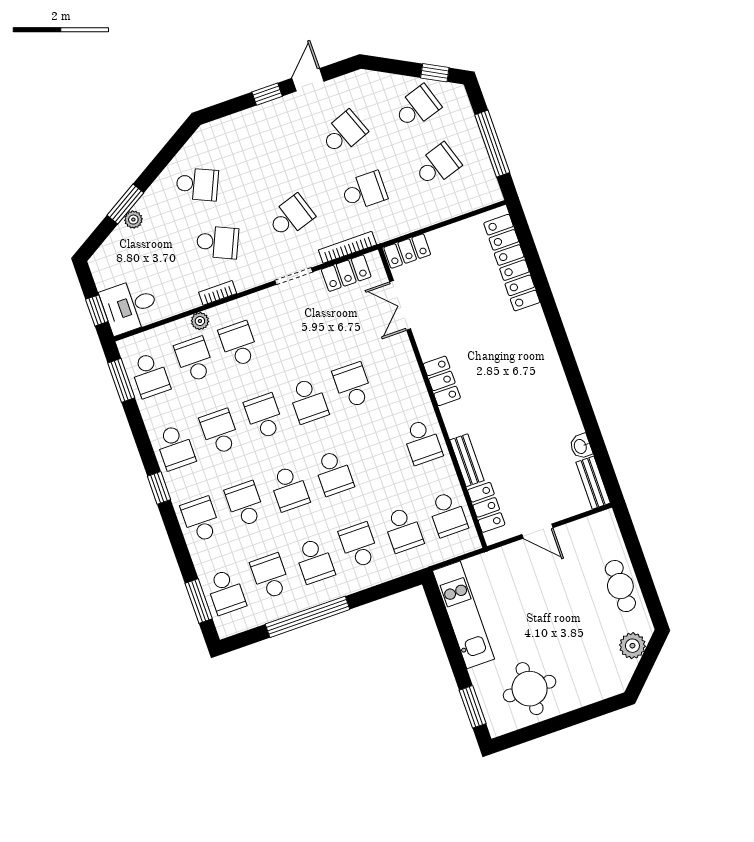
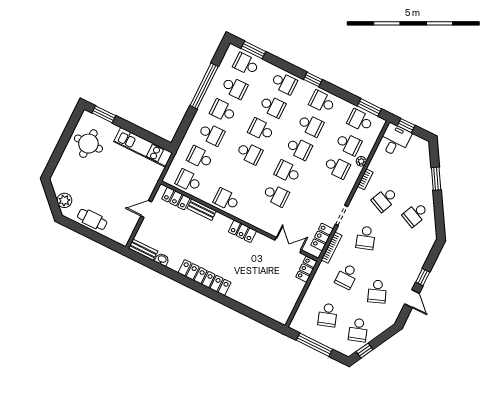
plant: (133, 220) -> (427, 176), removed
locker: (512, 263) -> (205, 278), moved
school desk: (334, 473) -> (249, 153), turned 180

